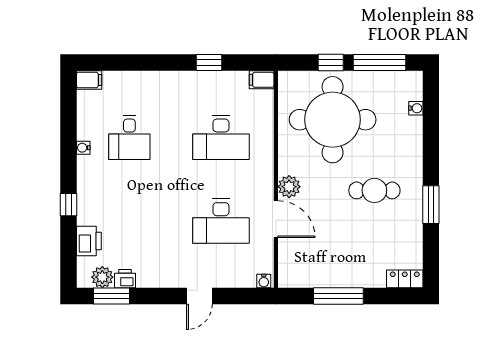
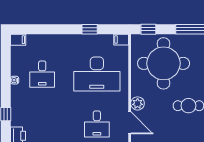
window: (331, 63) -> (148, 29), moved
desk: (221, 137) -> (97, 74), width x1.36, depth x1.30
desk: (221, 221) -> (97, 124), width x0.73

